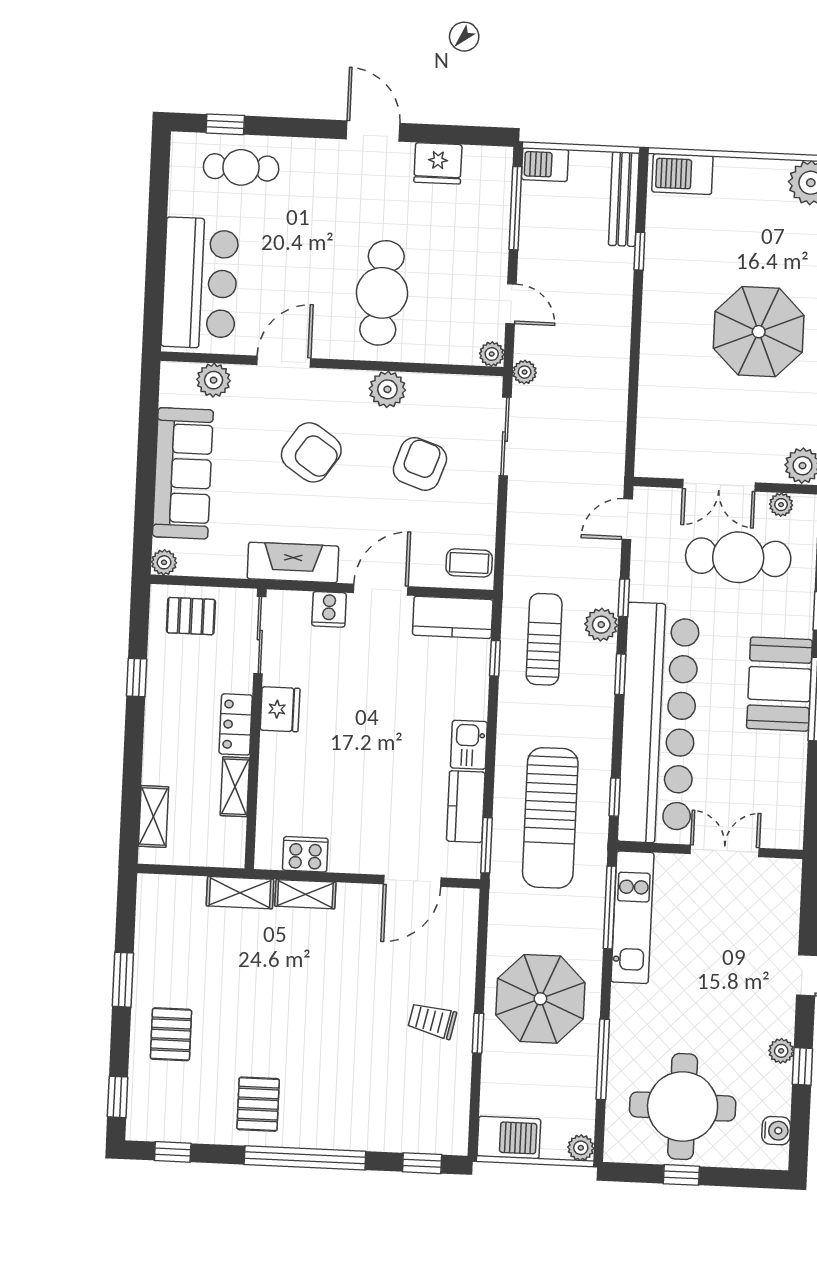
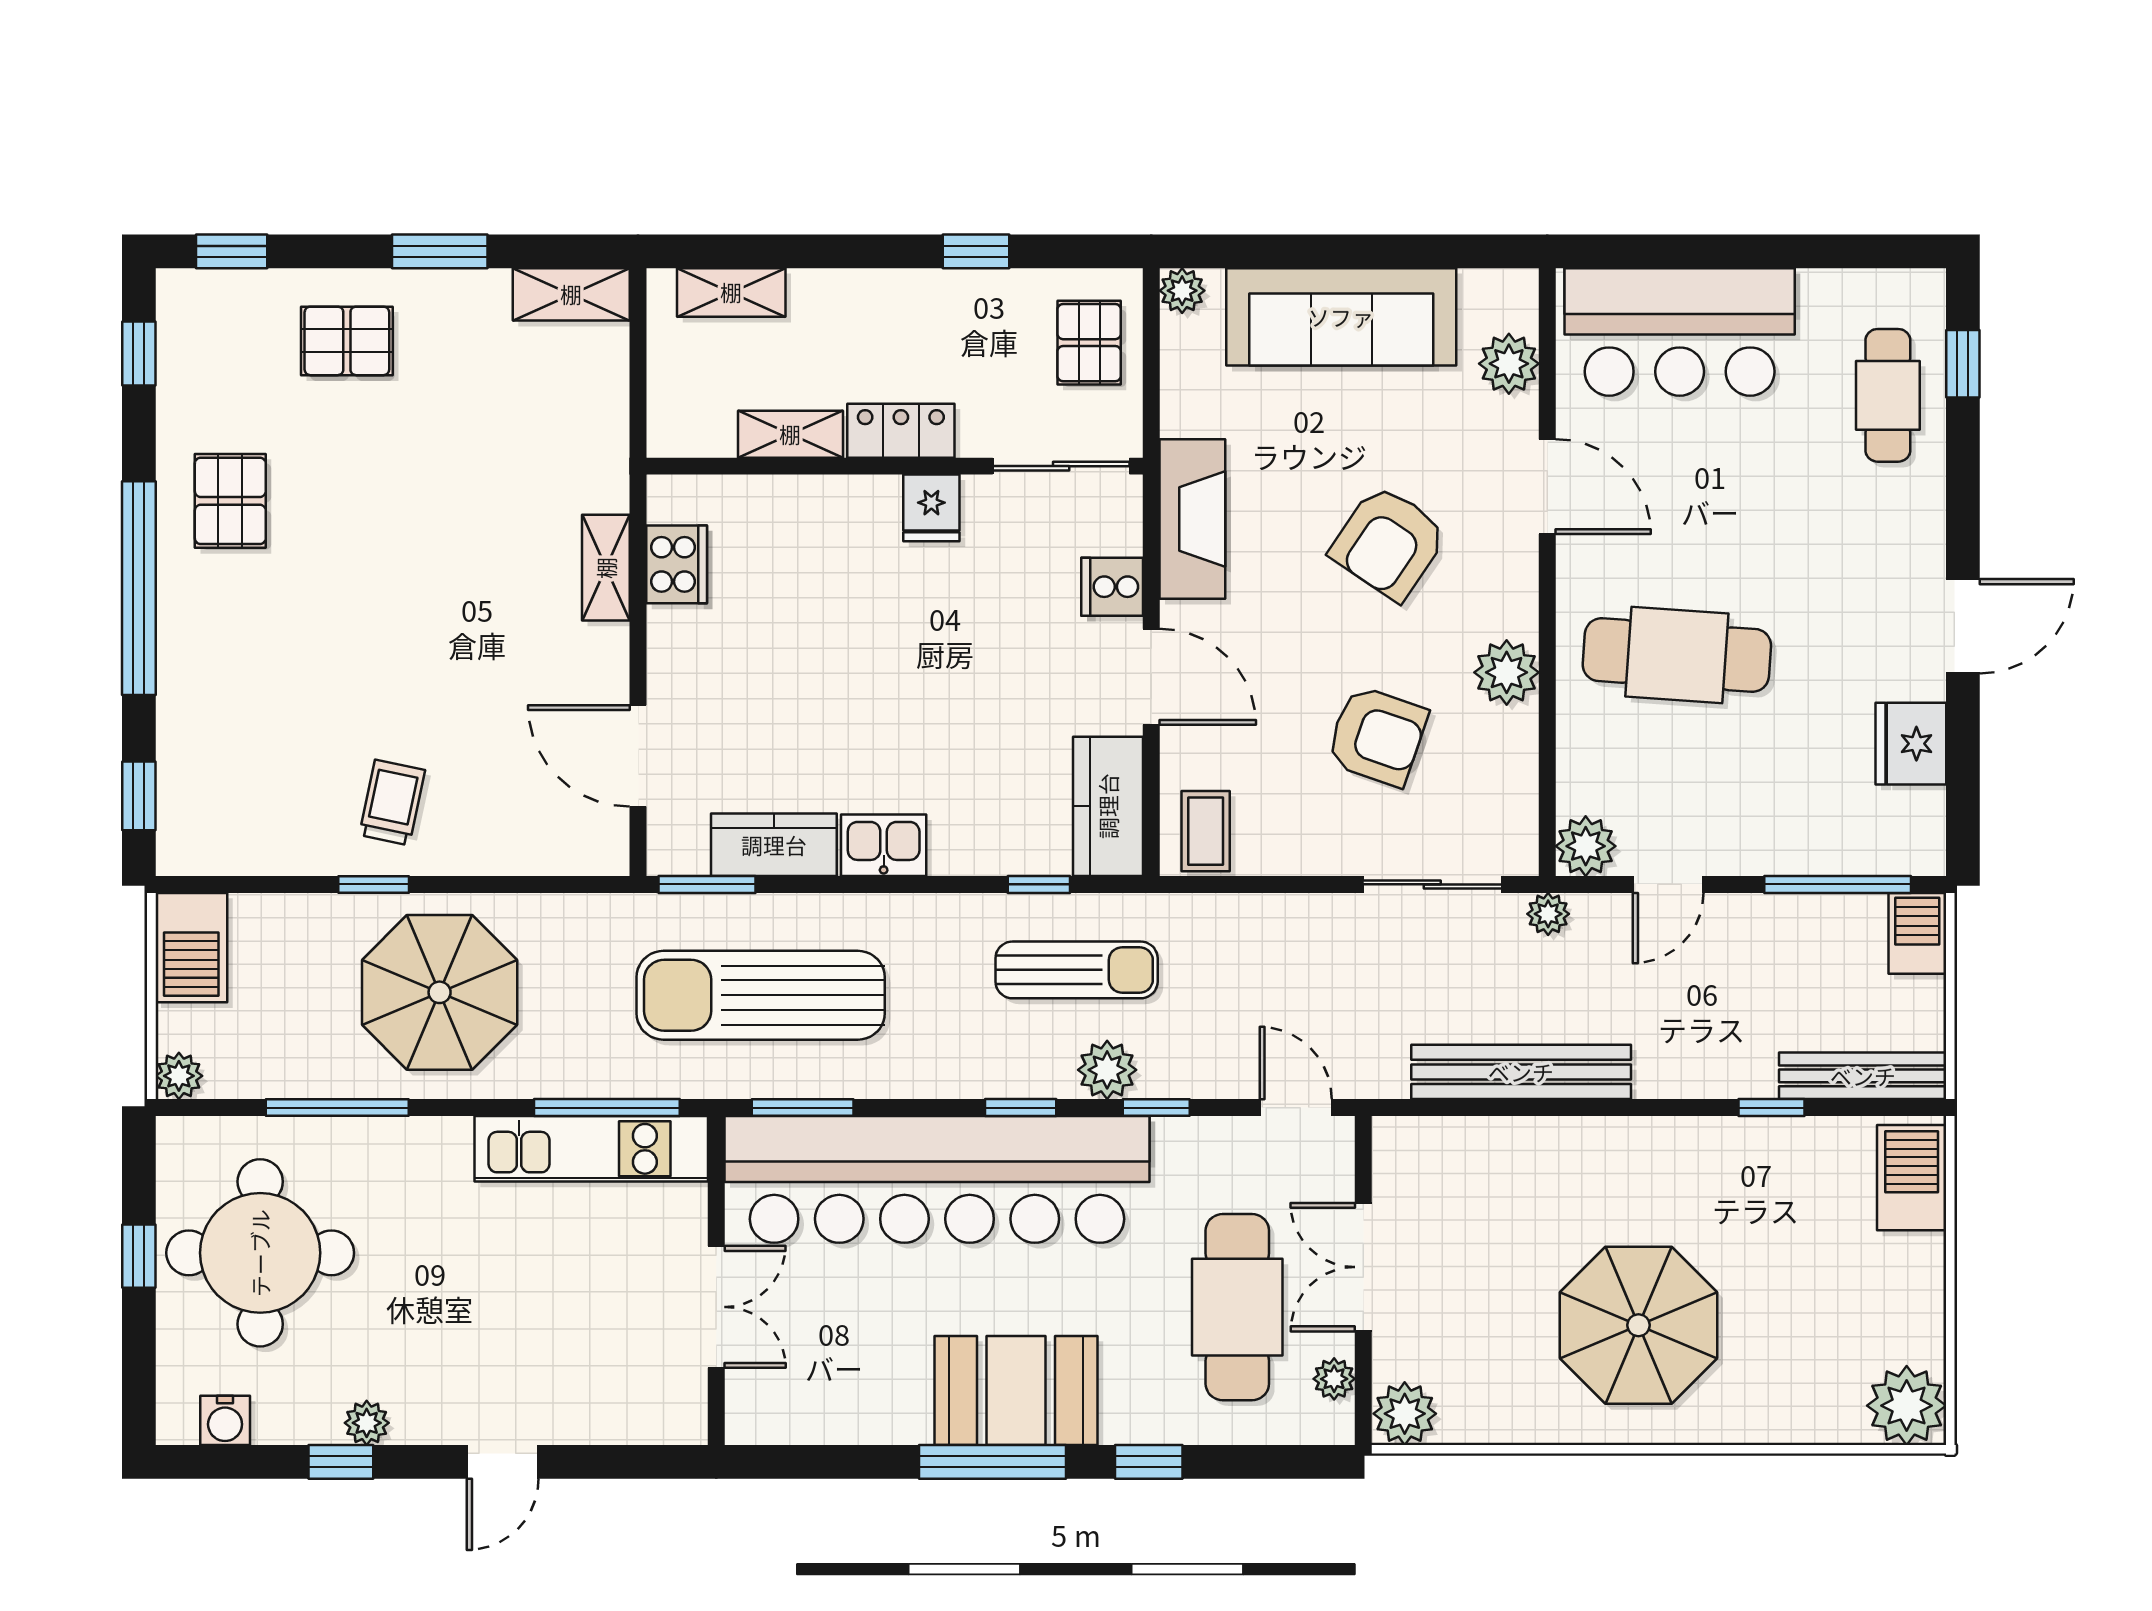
plant: (492, 354) -> (1586, 846), width x1.38, depth x1.38
bench: (613, 391) -> (1521, 1072), added
fridge: (280, 709) -> (931, 508), width x0.72
window: (615, 797) -> (803, 1108), width x1.50
shelving: (240, 893) -> (571, 294), moved, turned 90
pallet: (258, 1104) -> (230, 501), turned 90

